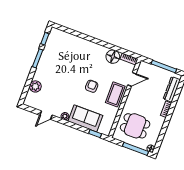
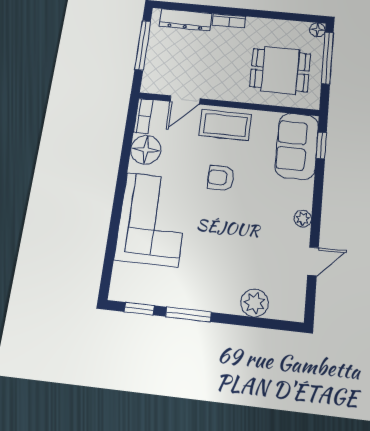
corner sofa: (81, 52) -> (152, 219), added
door: (132, 79) -> (185, 100), swing flipped
door: (46, 115) -> (313, 261), hinge flipped
sofa: (85, 118) -> (297, 146), moved
dining table: (135, 126) -> (280, 70), turned 90

